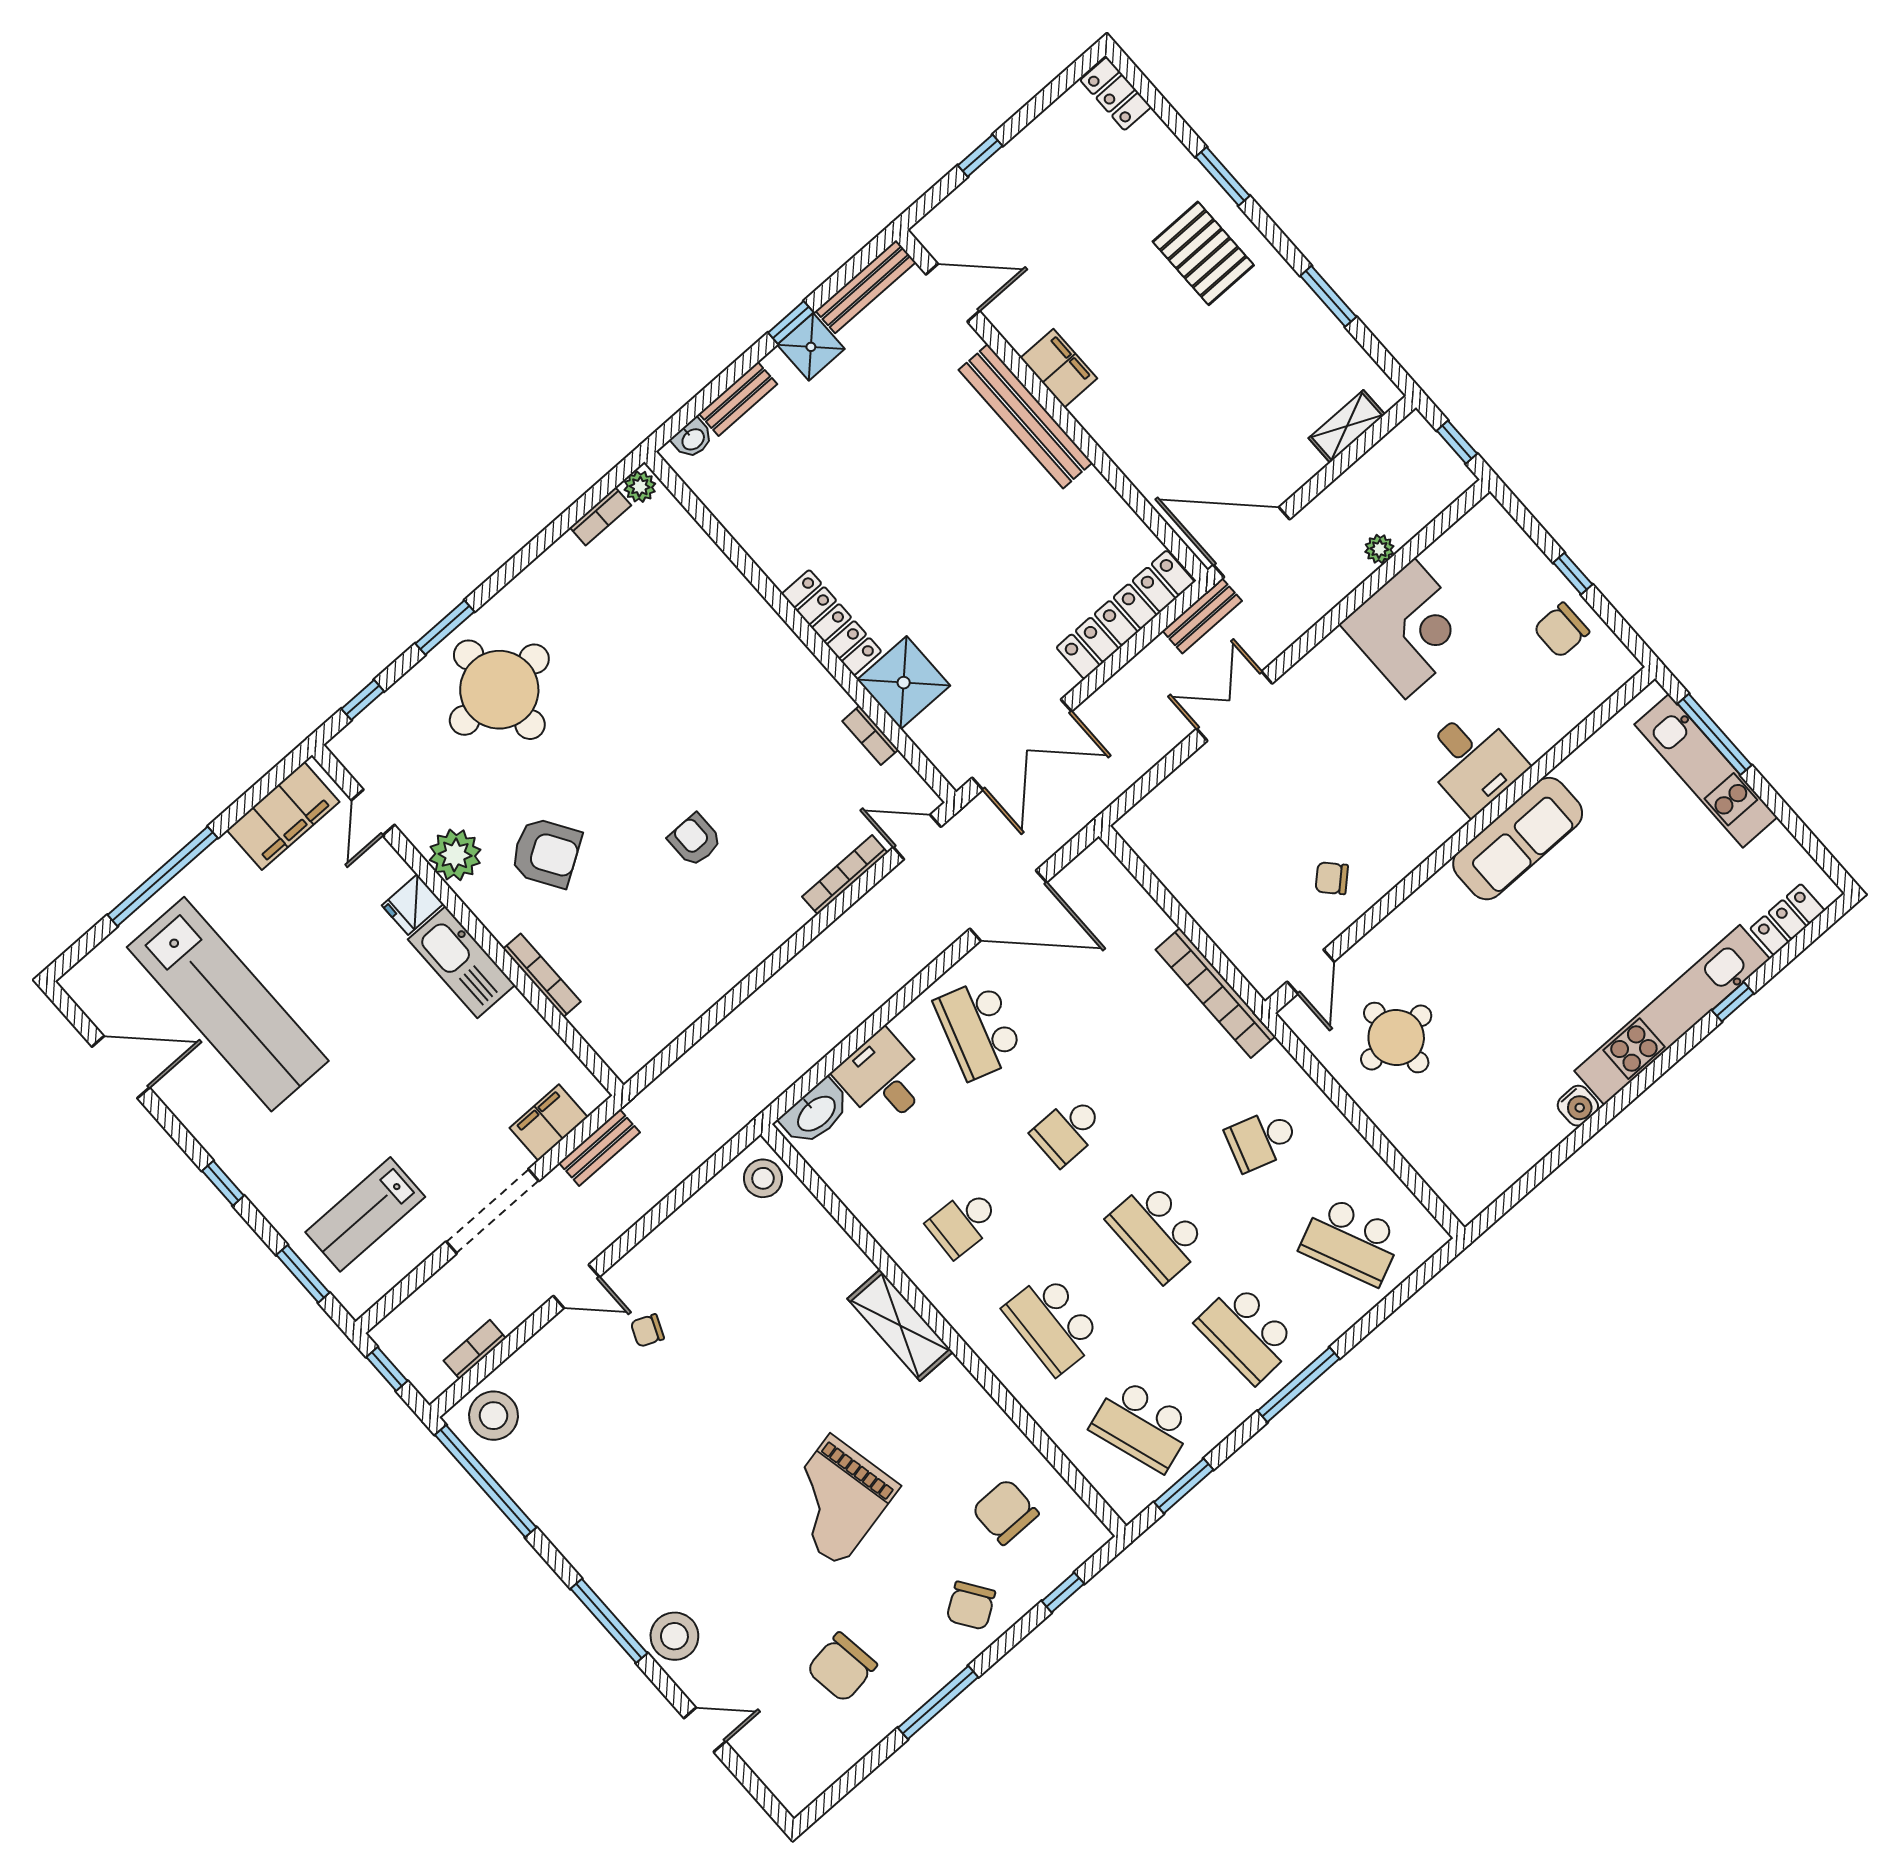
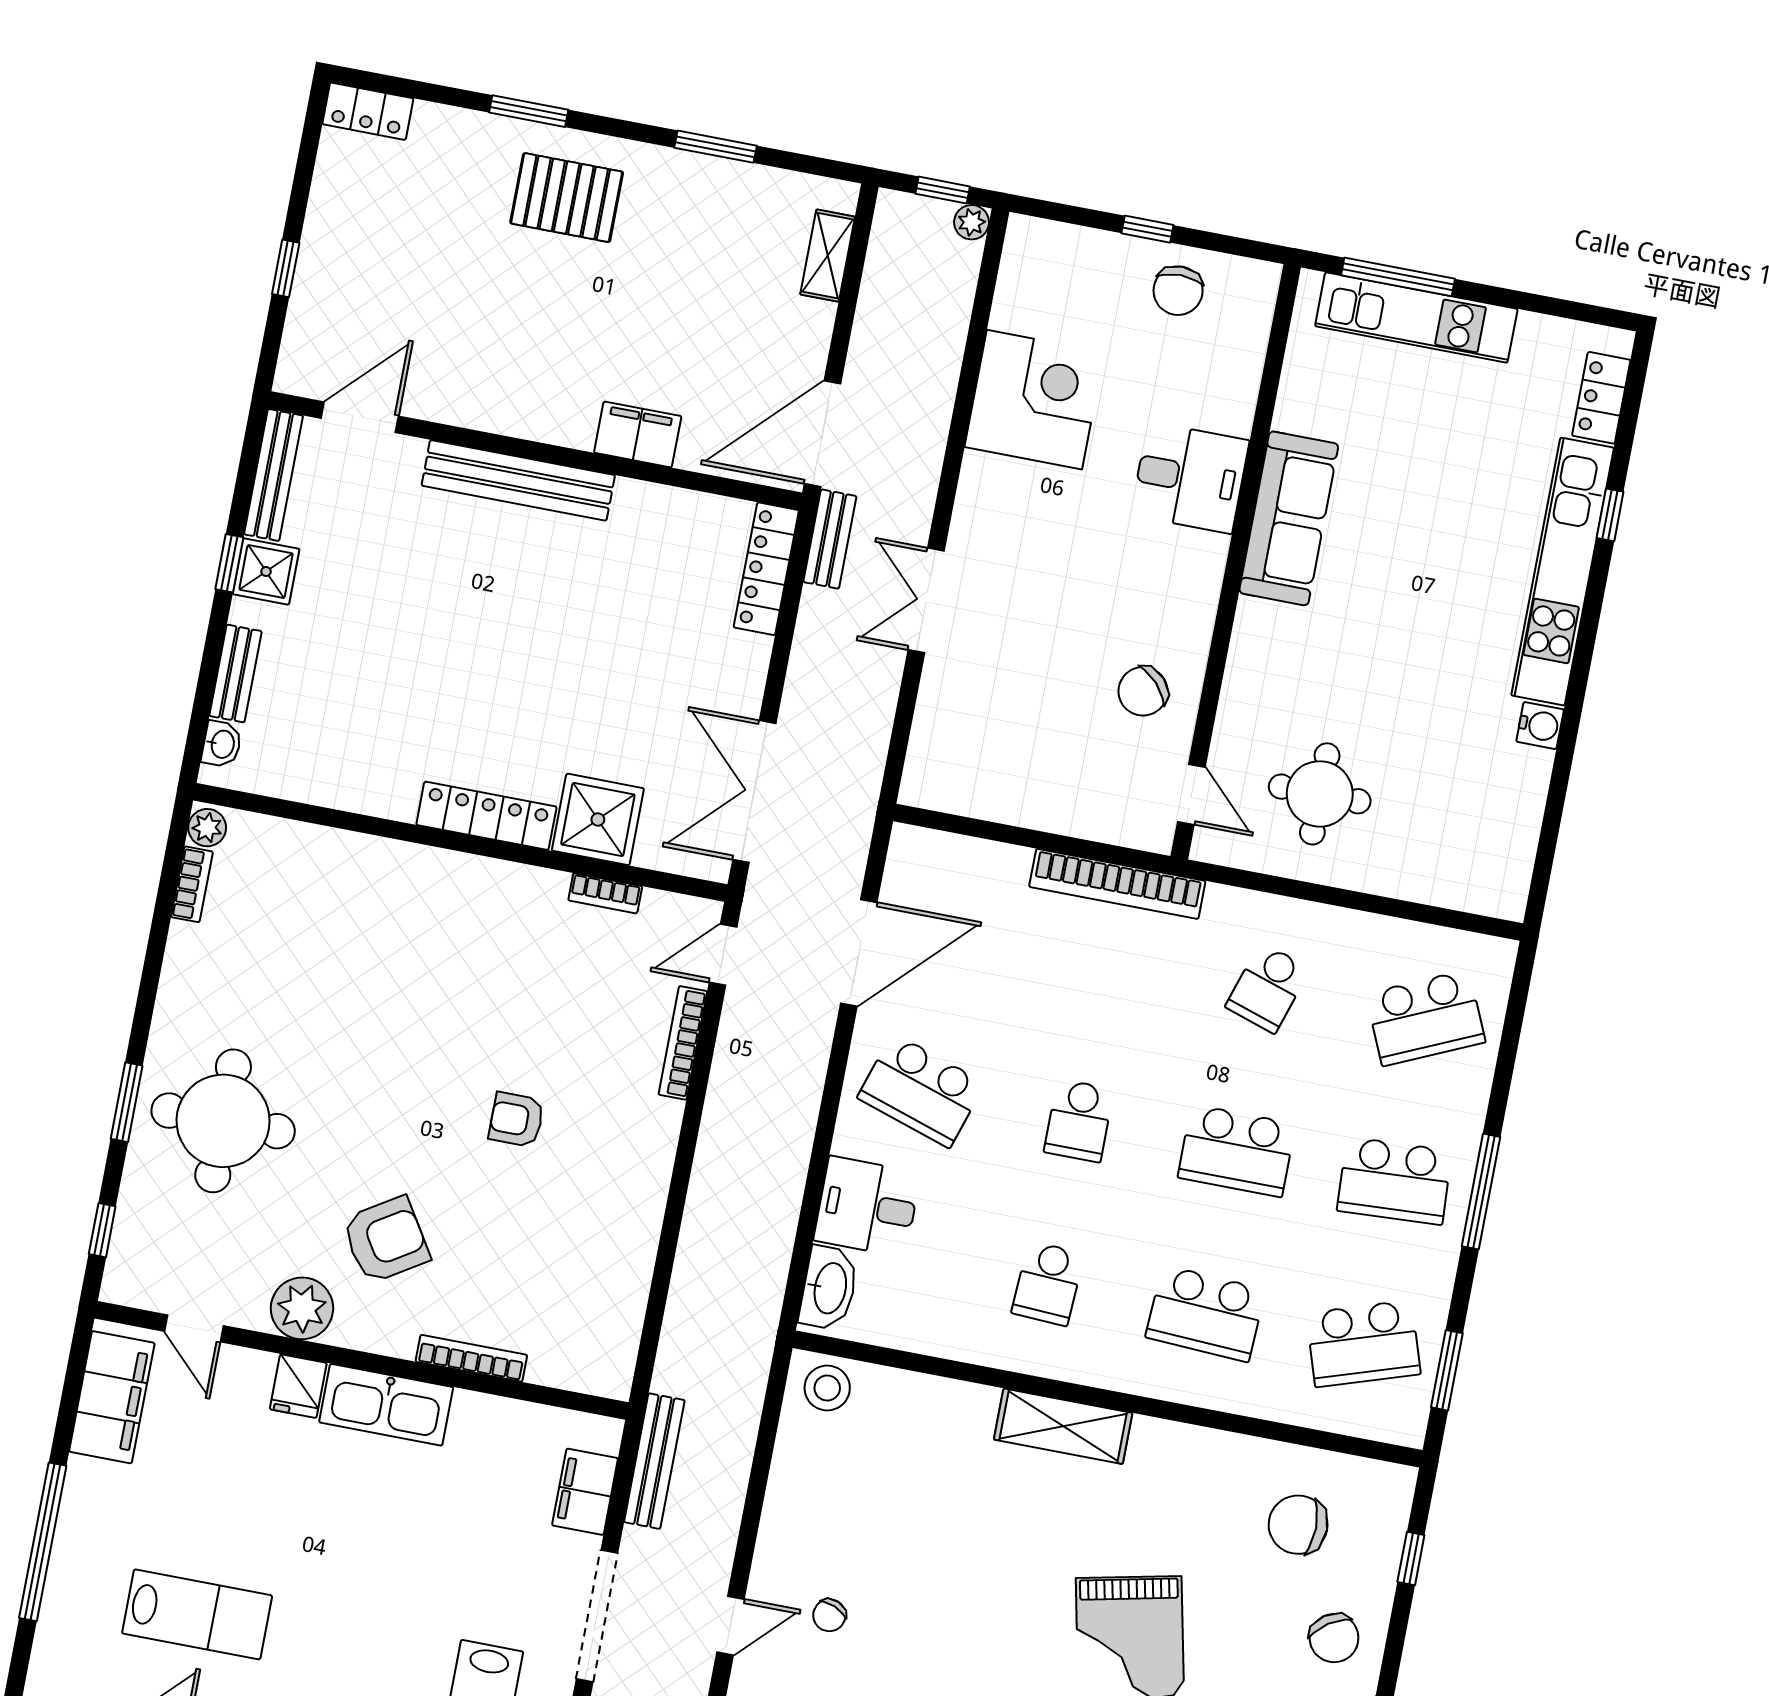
filing cabinet: (1059, 368) -> (638, 434), moved
plant: (1379, 549) -> (972, 222), moved
locker: (1125, 615) -> (766, 569), width x0.71, depth x0.83
double door: (1022, 745) -> (754, 792), swing flipped
chair: (1332, 878) -> (1143, 691), width x1.37, depth x1.37
lab bench: (228, 1004) -> (197, 1614), width x0.54, depth x0.72
bench: (599, 1148) -> (654, 1461), width x1.36

